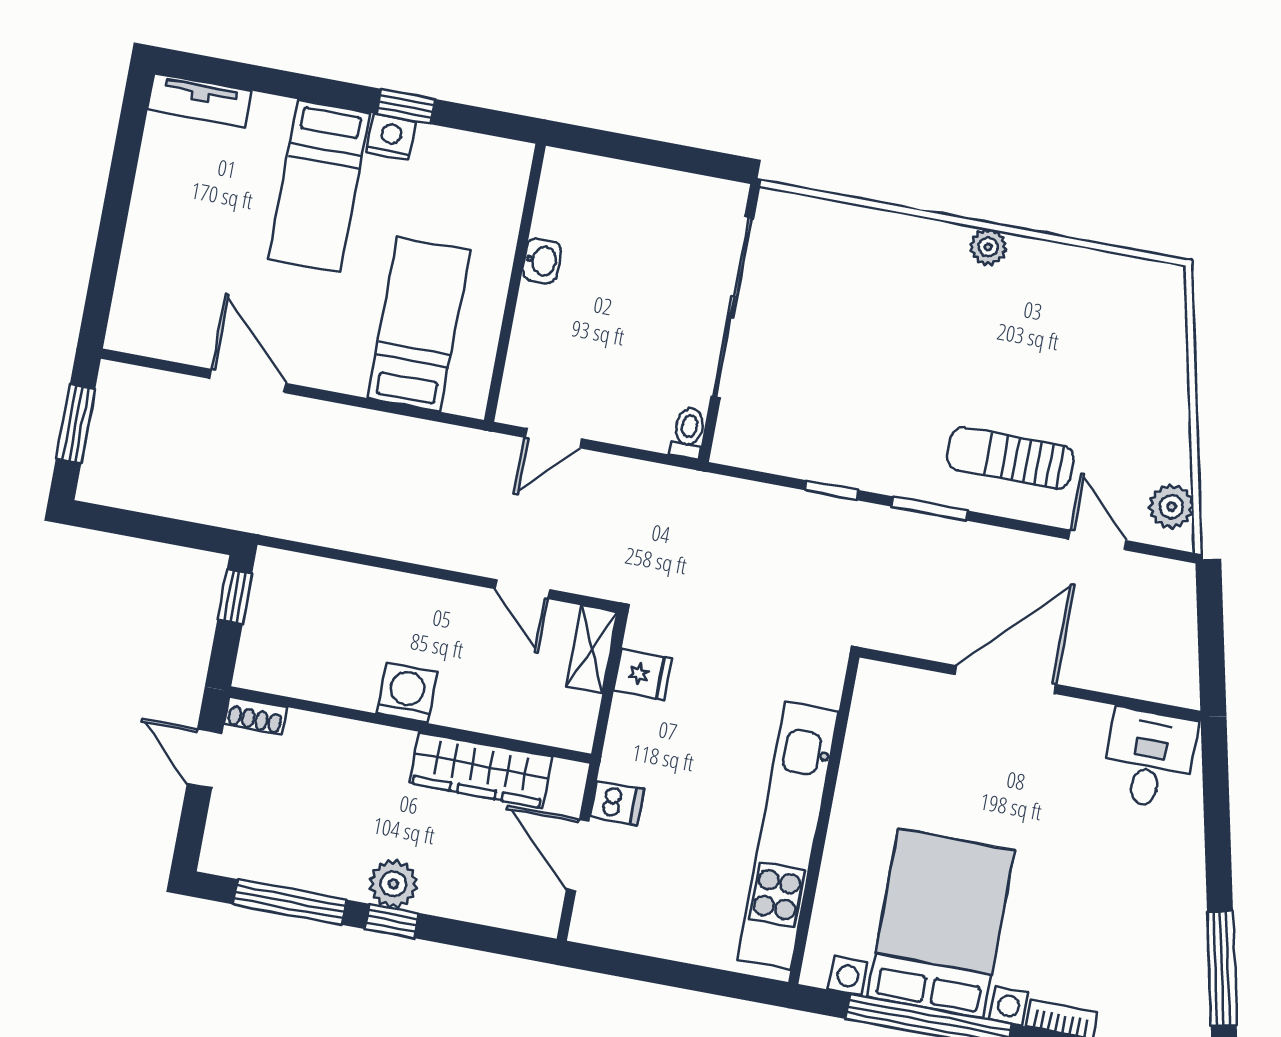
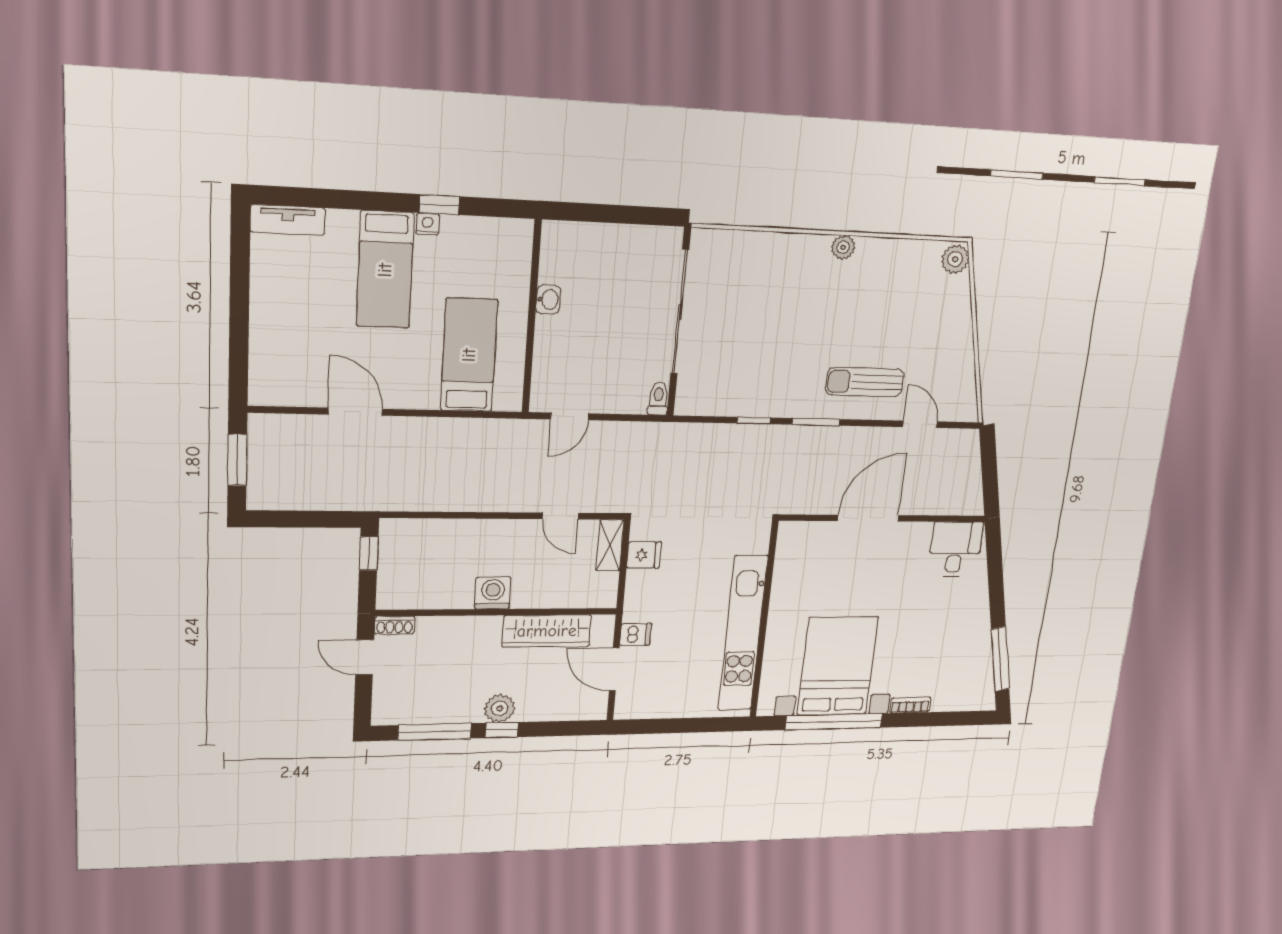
nightstand: (391, 137) -> (427, 224), width x0.72, depth x0.74
plant: (1171, 507) -> (955, 259), moved

